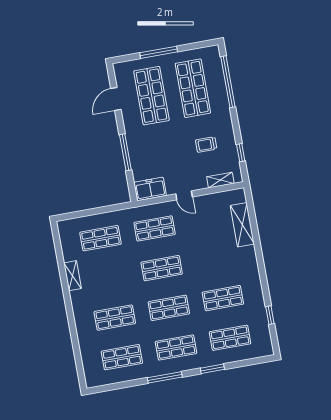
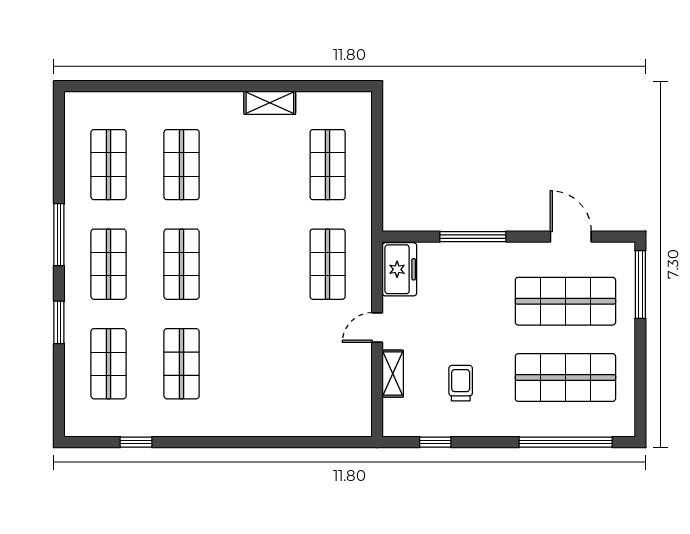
window: (159, 52) -> (640, 285), moved
shelving: (220, 180) -> (393, 374), moved
shelving: (242, 225) -> (306, 422), removed
shop shelf: (162, 268) -> (255, 264), removed

